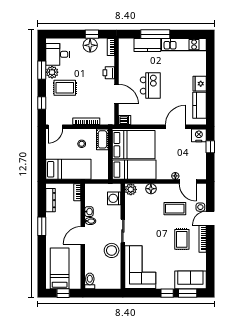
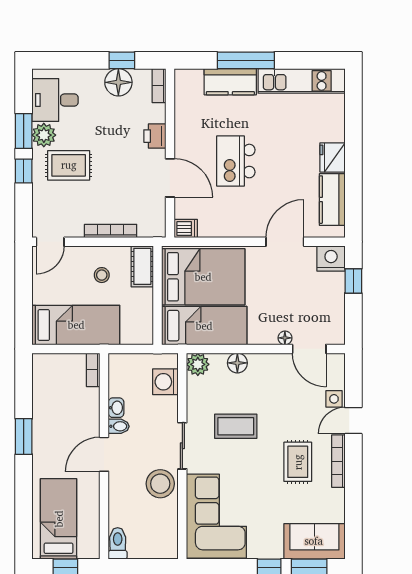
kitchen island: (150, 85) -> (236, 161), turned 180
window: (42, 103) -> (24, 171), moved
dresser: (51, 200) -> (41, 385), removed
coffee table: (175, 209) -> (236, 426), moved

